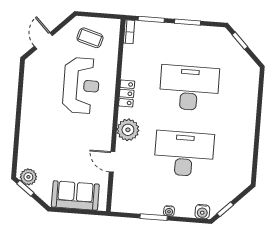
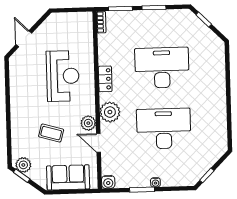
coffee table: (90, 38) -> (51, 133), moved
plant: (103, 139) -> (88, 123), added
water cooler: (202, 212) -> (108, 182), moved

